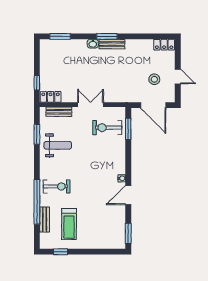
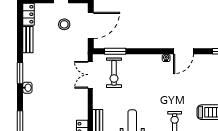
bench: (112, 44) -> (28, 40), moved
double door: (90, 105) -> (90, 75), moved
door: (128, 195) -> (184, 51), hinge flipped

